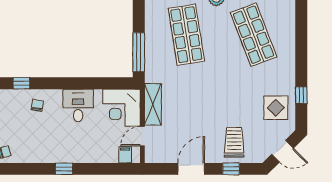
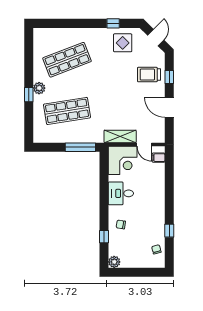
window: (64, 169) -> (169, 231), moved

